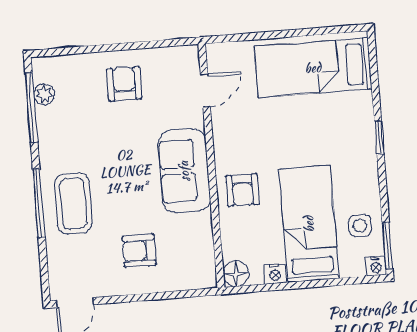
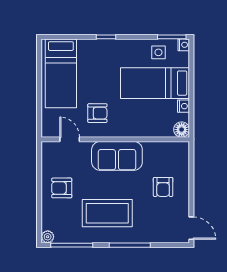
plant: (44, 94) -> (48, 237), moved
armchair: (242, 190) -> (97, 113), moved
coffee table: (73, 204) -> (107, 213), moved, width x1.36, depth x1.32

